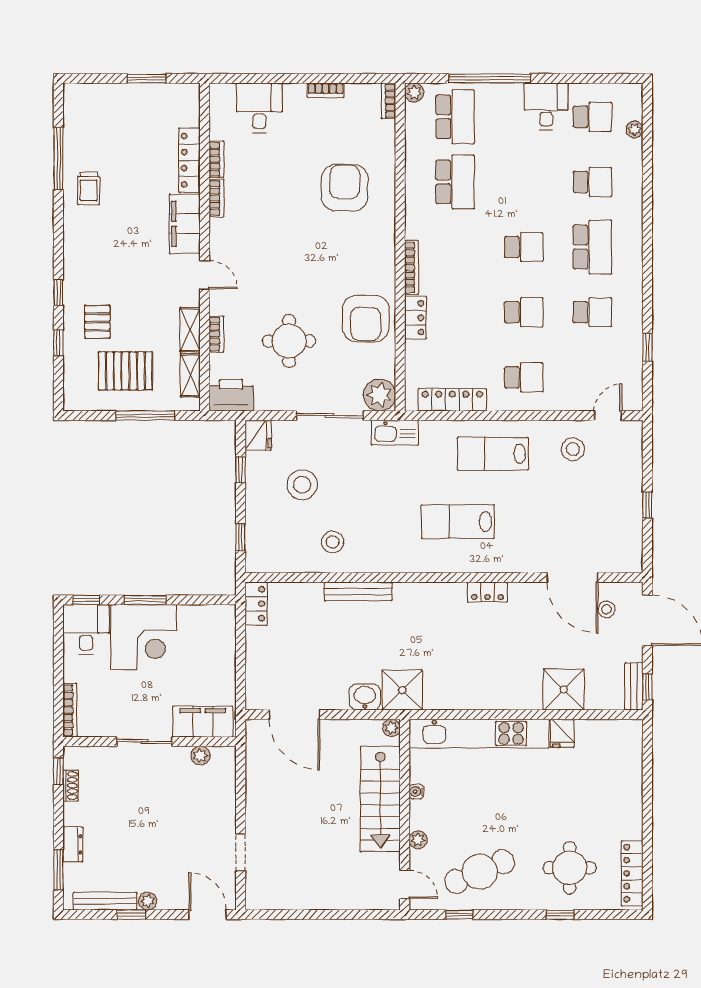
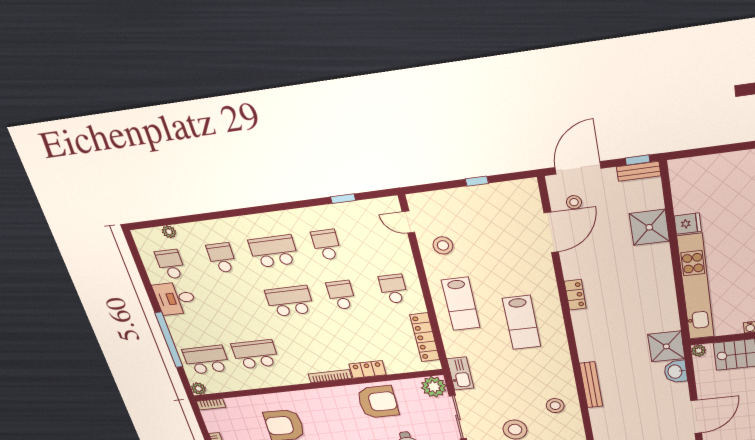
school desk: (524, 247) -> (290, 301), width x1.85

